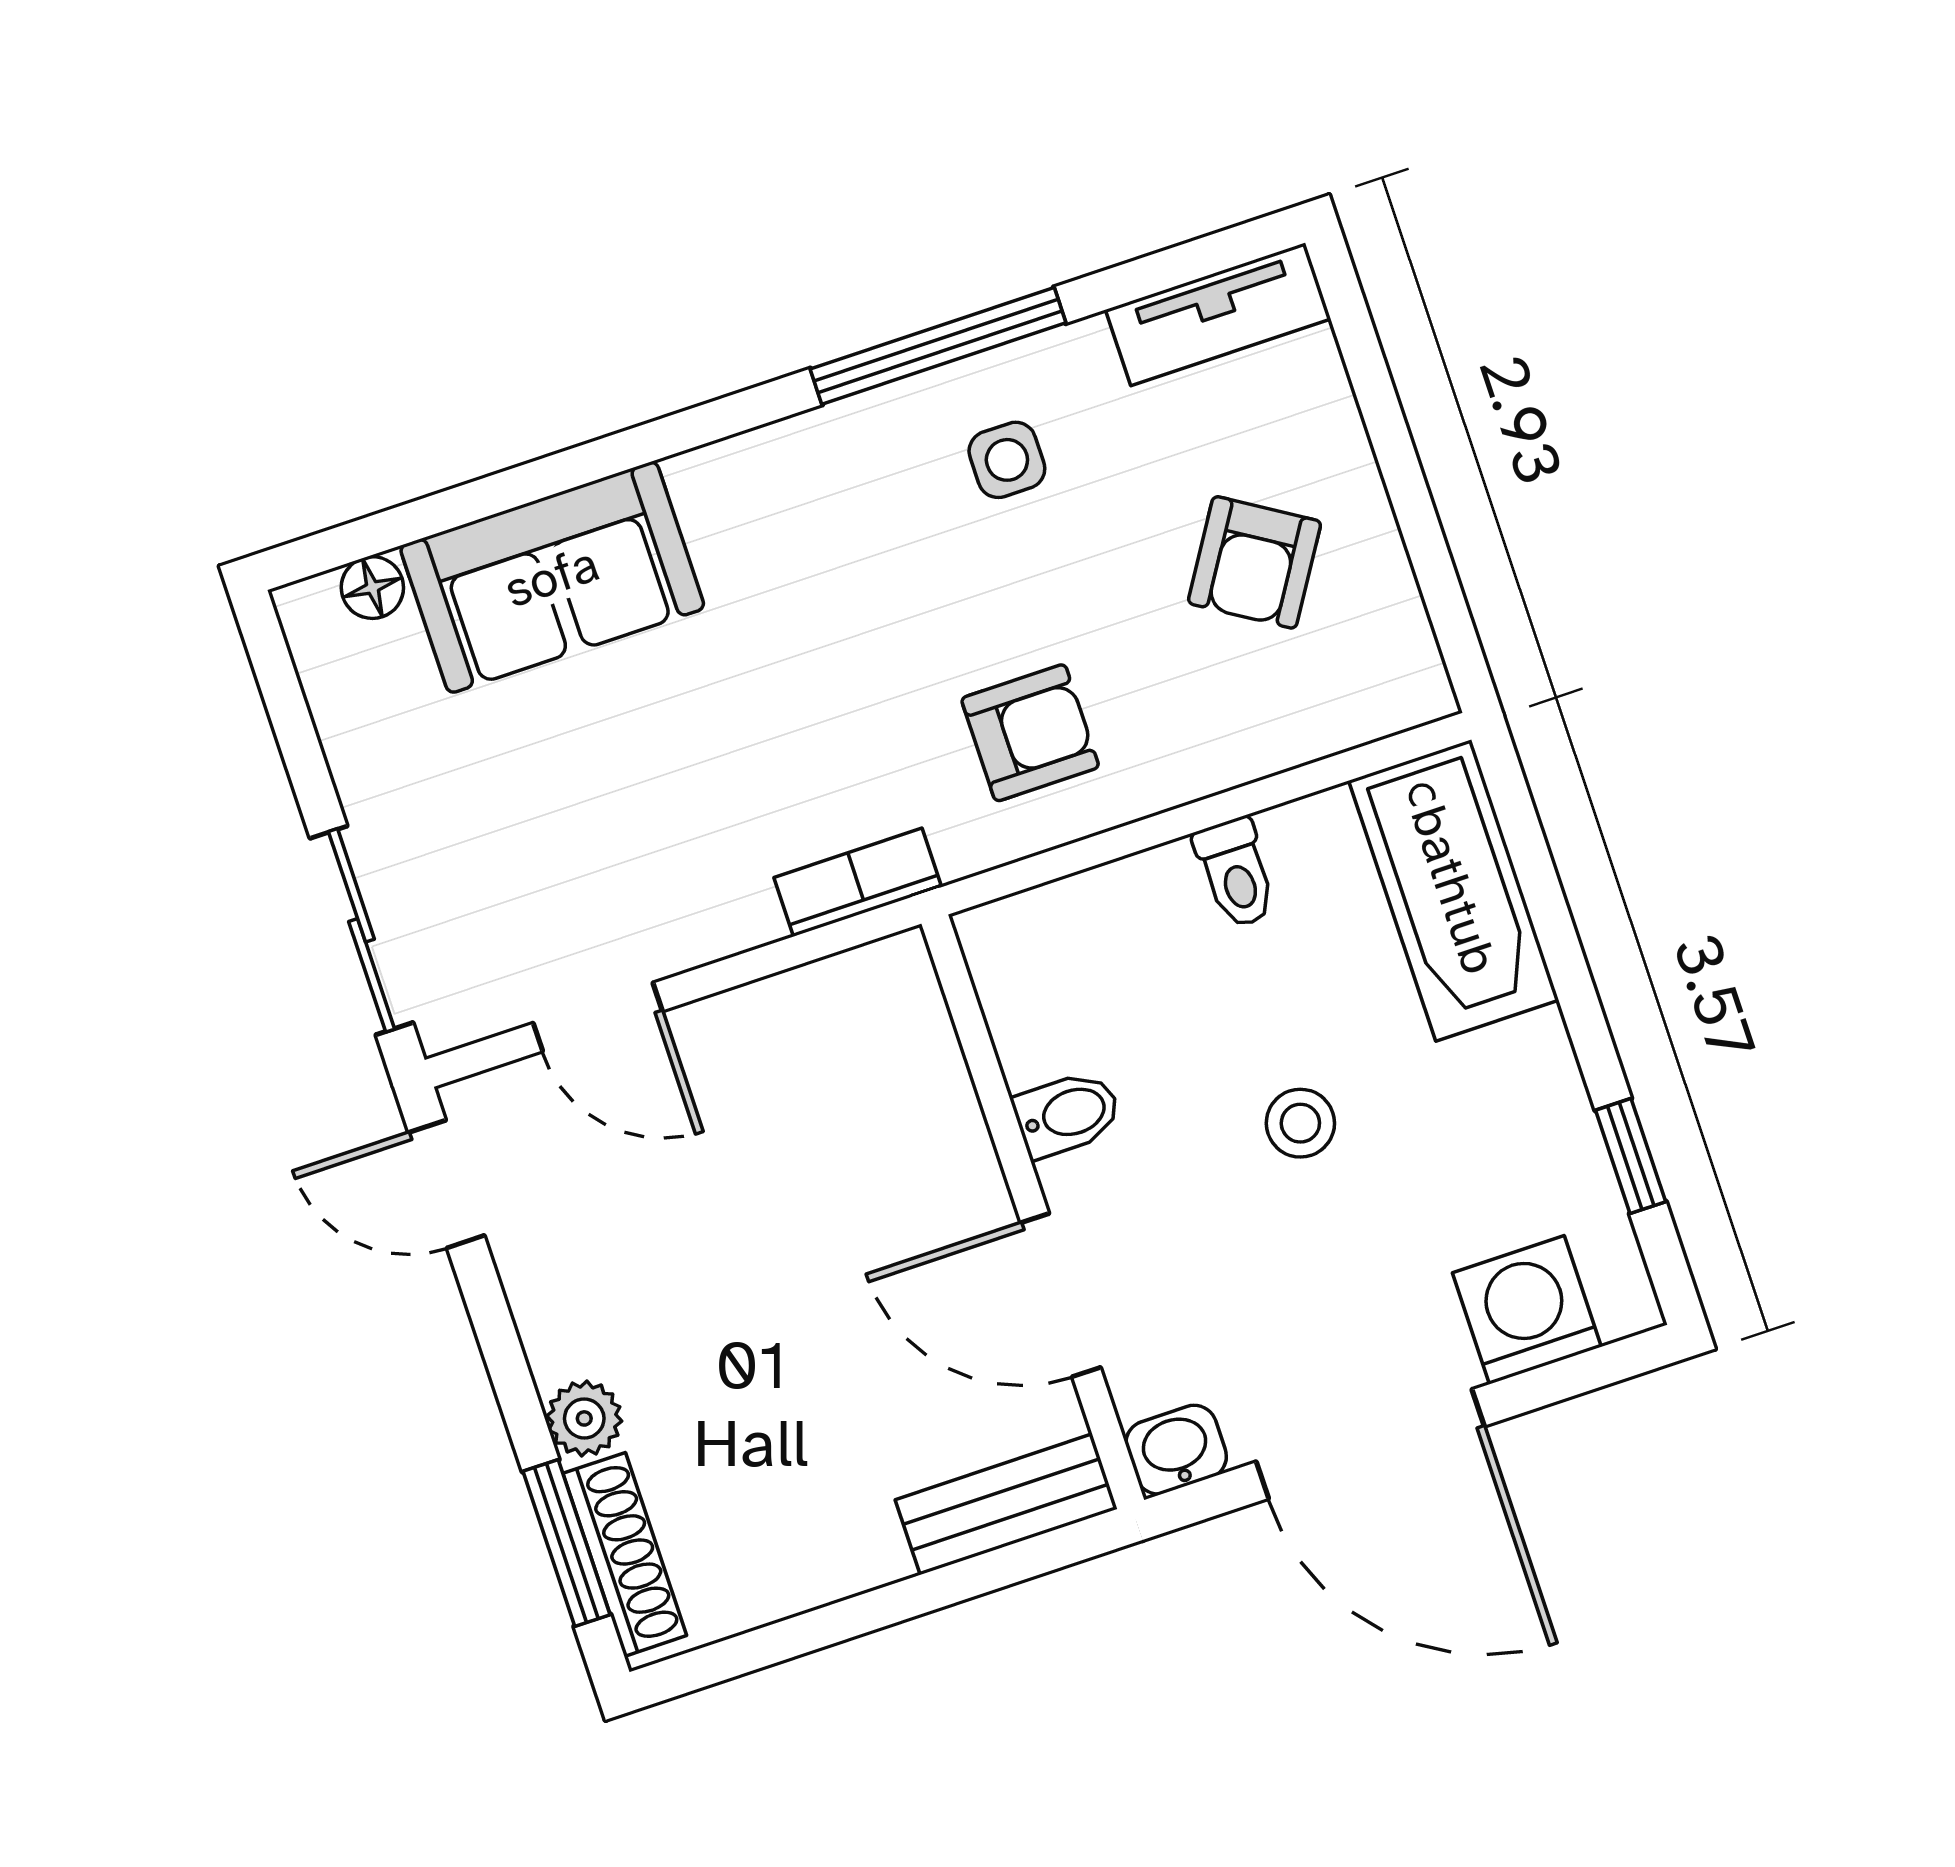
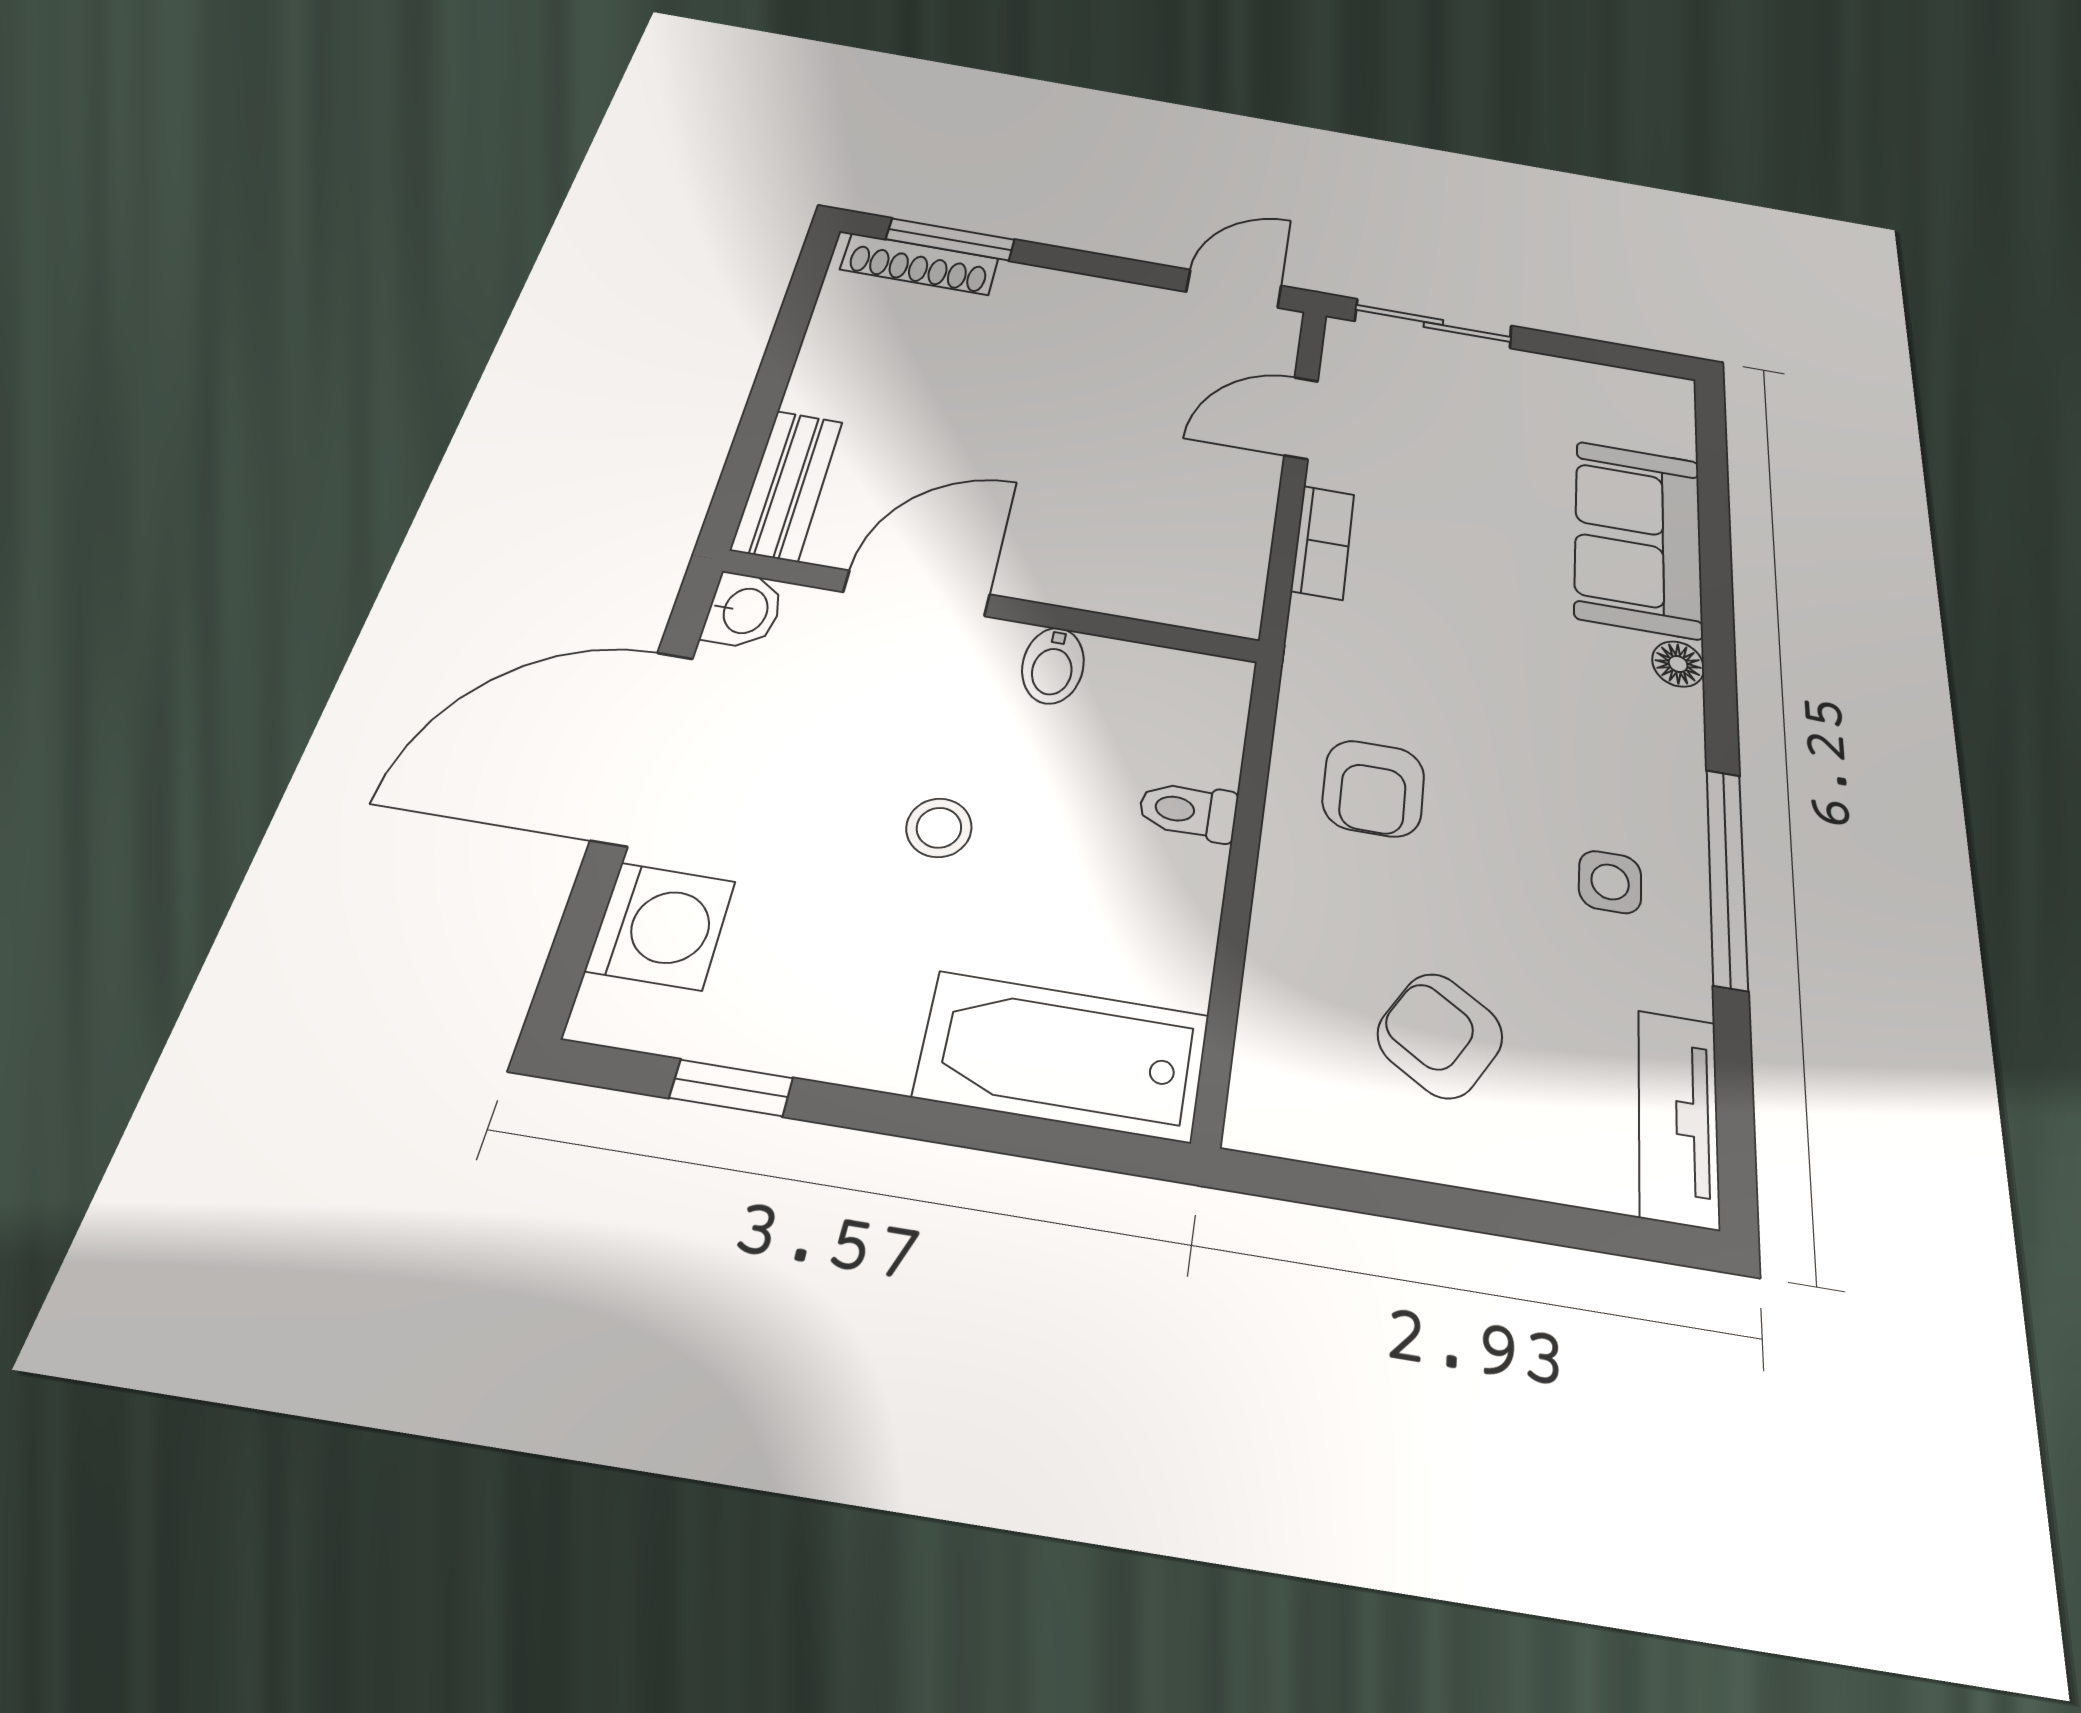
floor lamp: (372, 588) -> (1678, 664), moved
toilet: (1236, 873) -> (1188, 811), moved
bookcase: (858, 882) -> (1323, 542), moved
plant: (584, 1418) -> (1027, 285), removed

